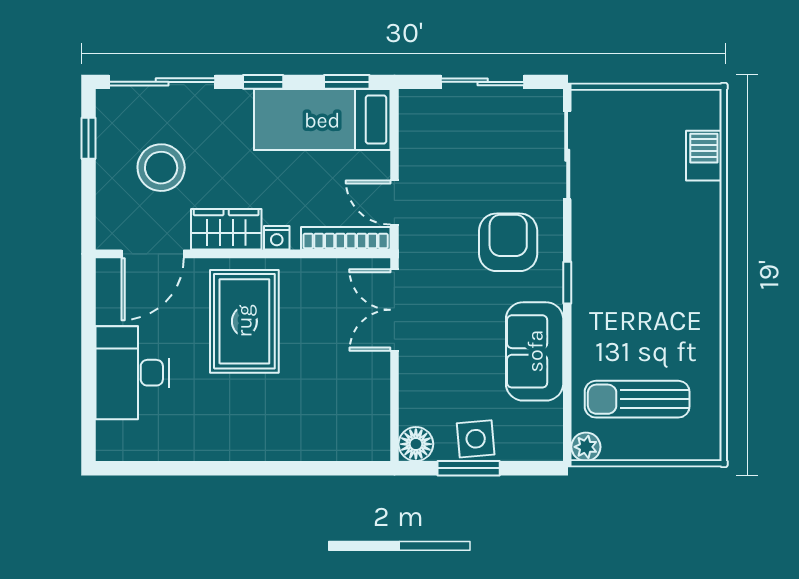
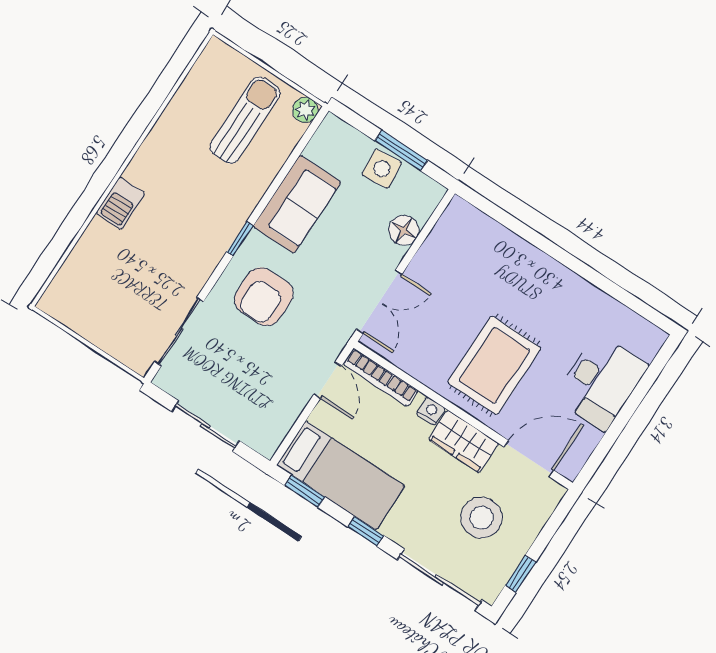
barbecue: (704, 156) -> (120, 203), moved
sun lounger: (637, 399) -> (245, 120), turned -90
floor lamp: (416, 444) -> (404, 230), moved

